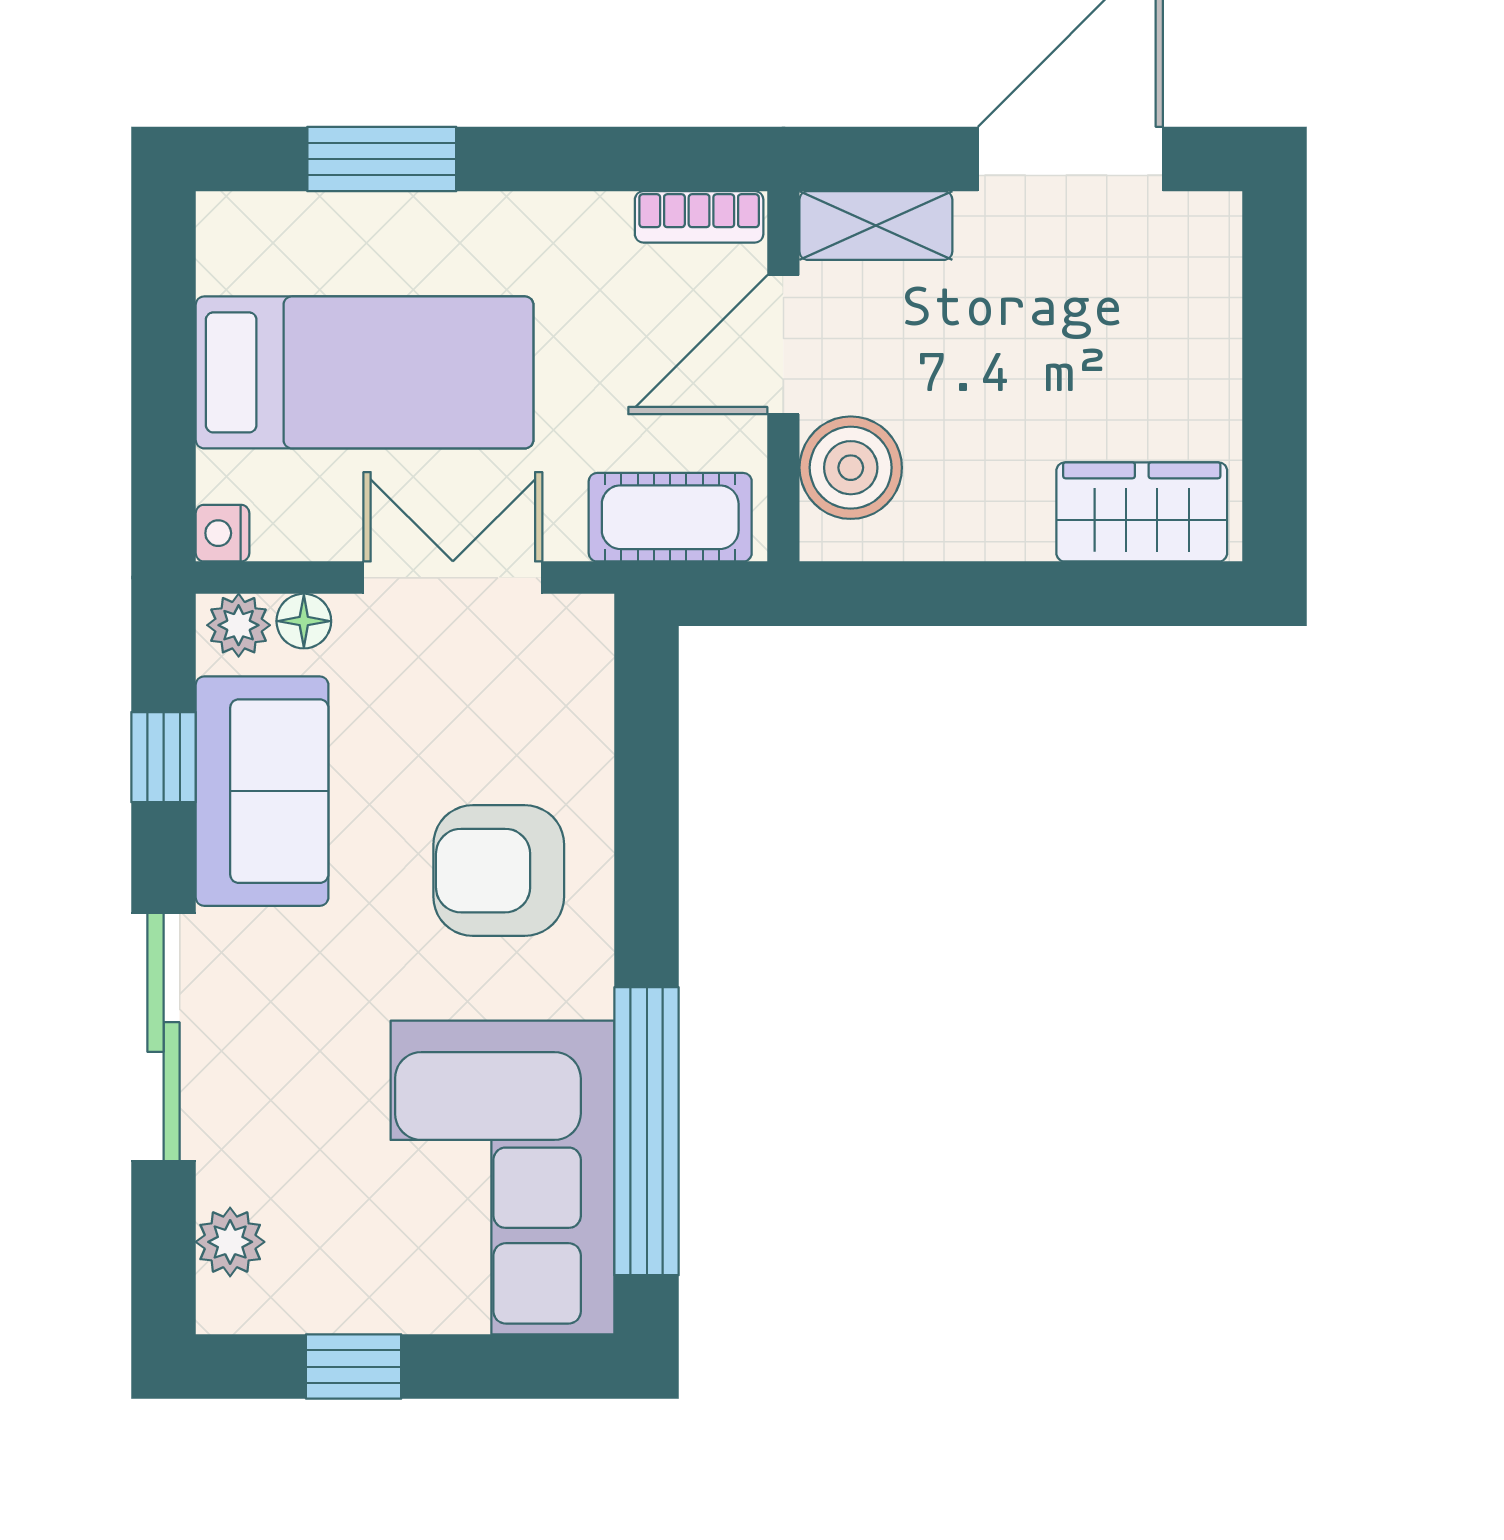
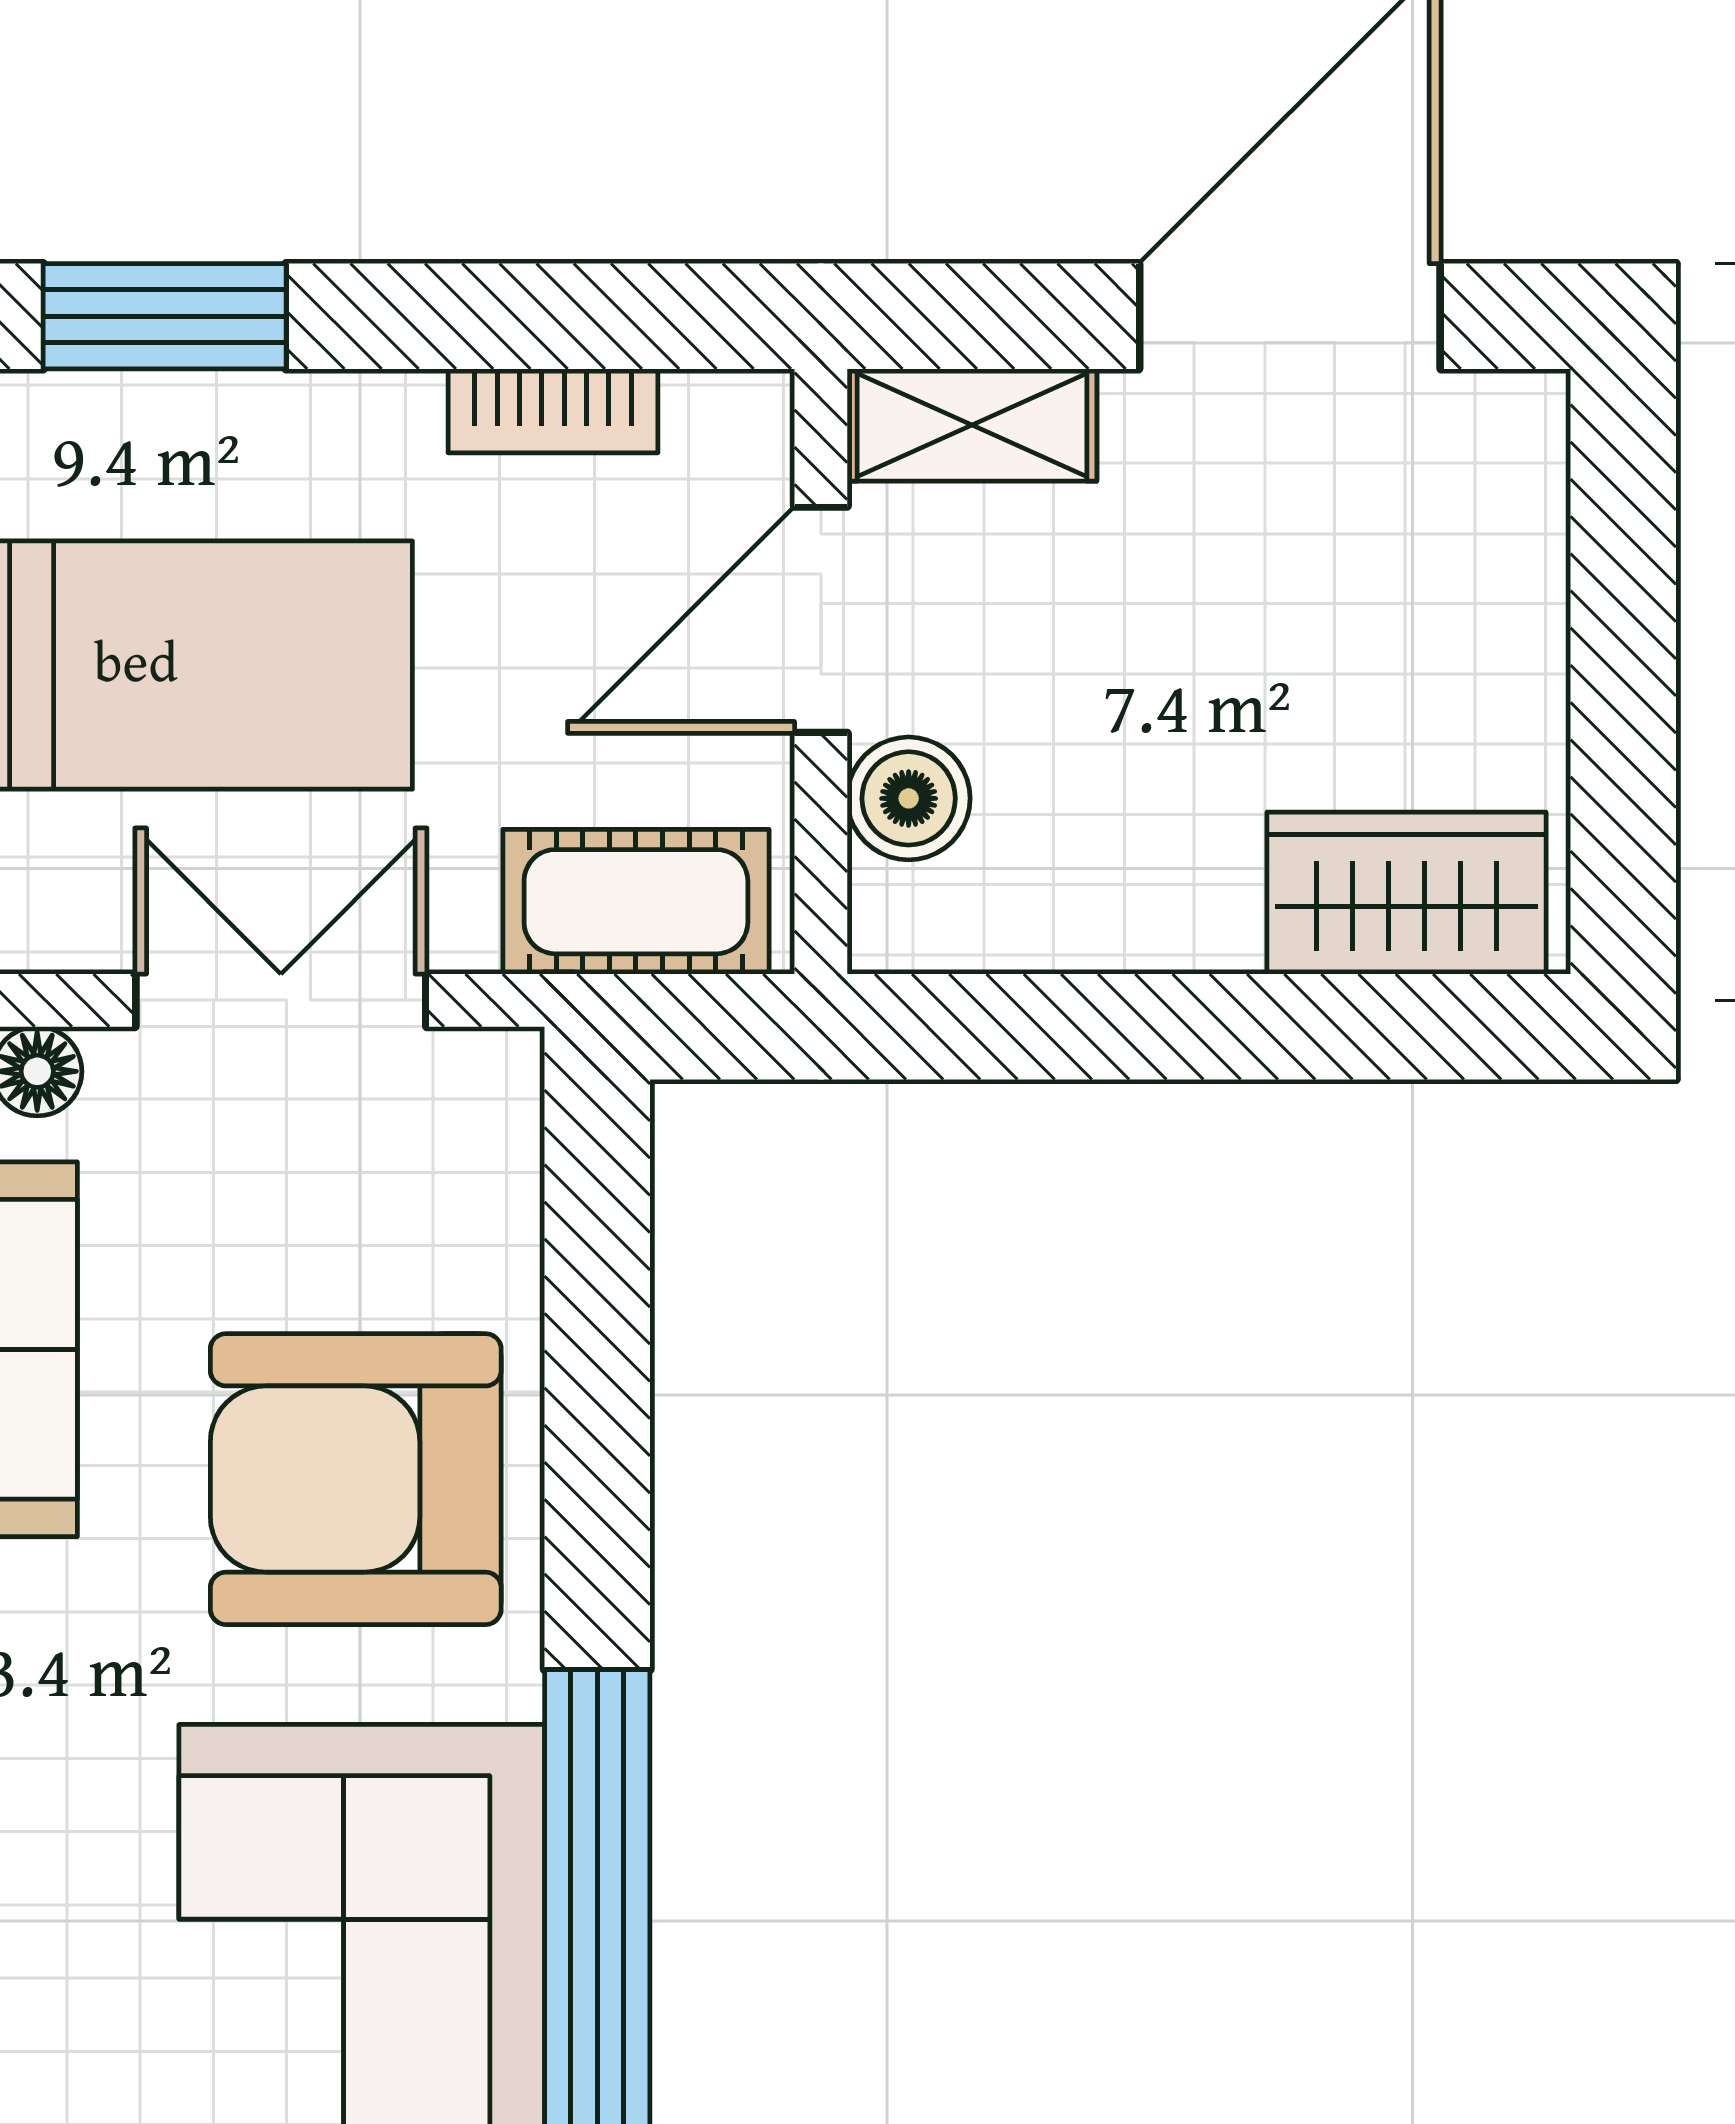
bookcase: (699, 217) -> (553, 411), moved
boiler: (851, 468) -> (909, 798), width x0.73, depth x0.73
armchair: (499, 871) -> (356, 1479), width x1.36, depth x1.36

